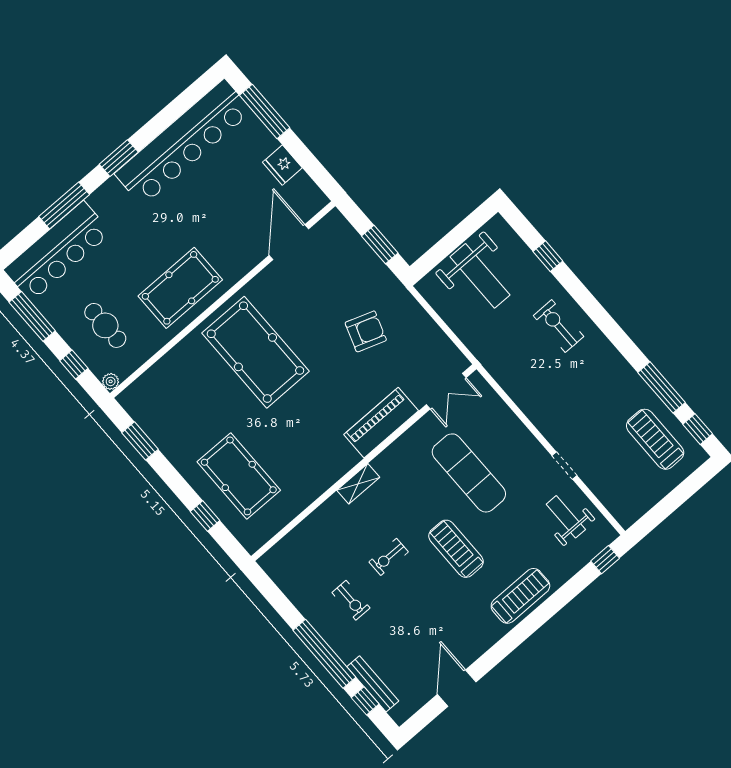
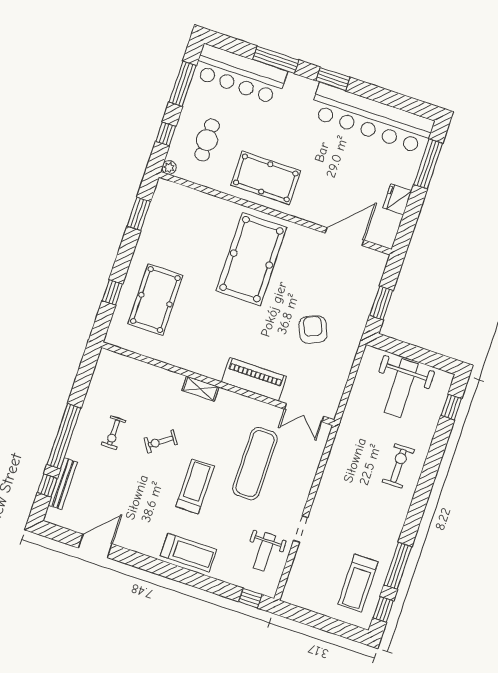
window: (548, 256) -> (451, 407), moved
armchair: (366, 331) -> (313, 330), turned -133
treadmill: (655, 439) -> (358, 583), turned 180
weight bench: (566, 517) -> (264, 552), turned 180
exercise bike: (389, 557) -> (161, 441), turned -35

